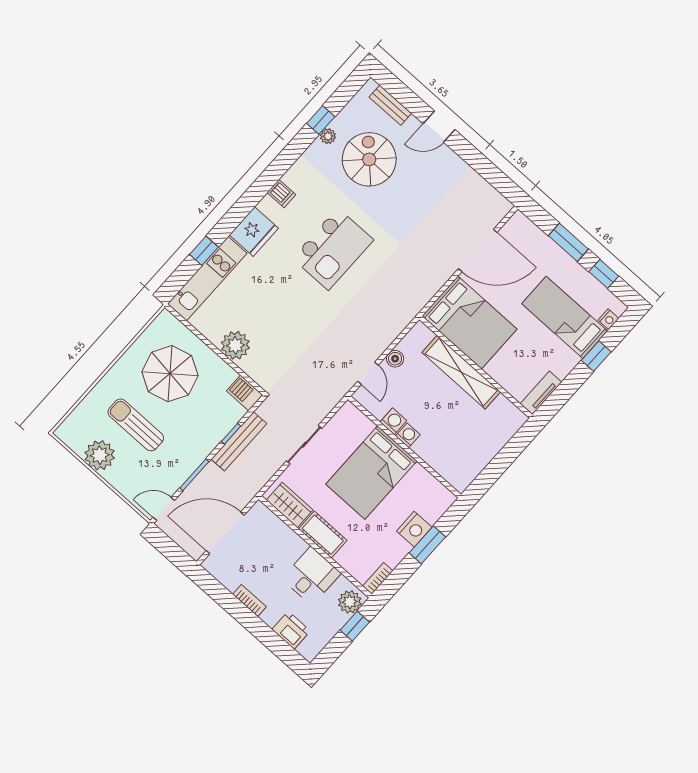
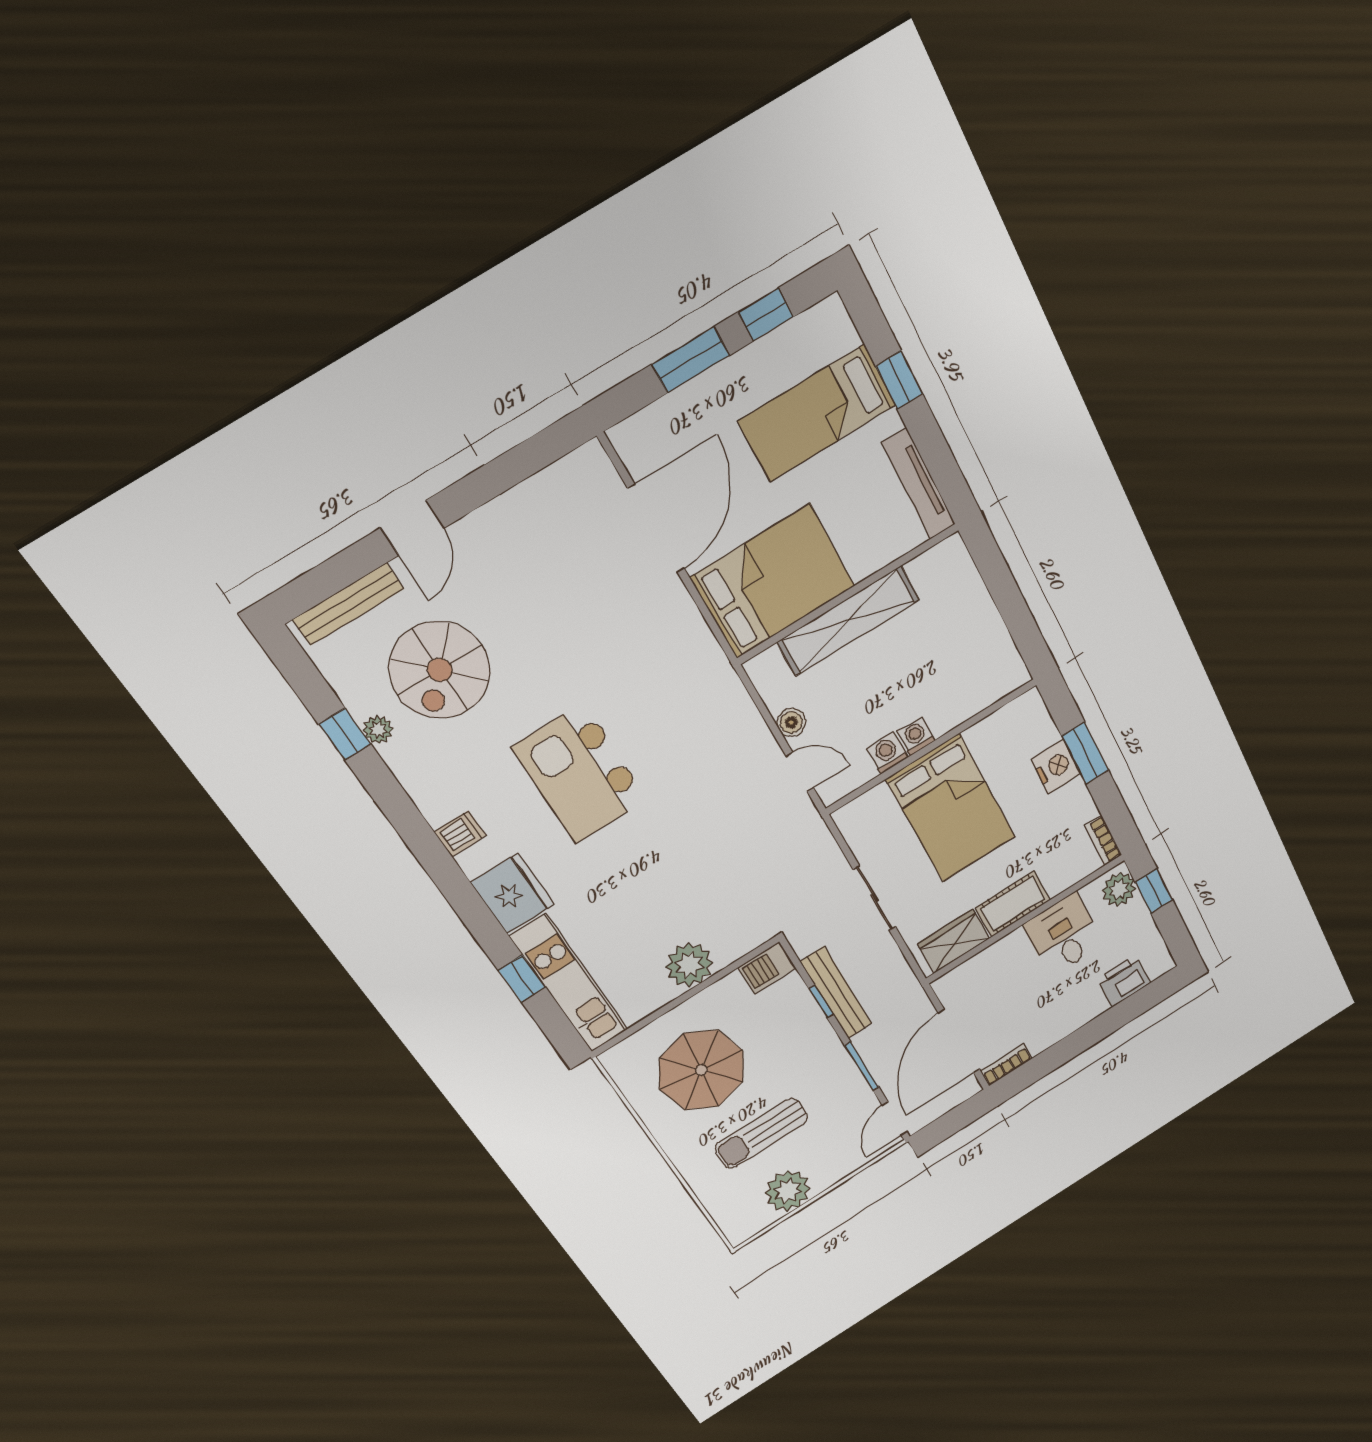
bench: (390, 105) -> (348, 604), width x1.36
spiral stairs: (369, 159) -> (440, 670), turned -90
kitchen island: (333, 249) -> (580, 774), turned 180
nightstand: (608, 319) -> (846, 335), removed
tv unit: (541, 393) -> (919, 484), width x1.41
bookcase: (249, 600) -> (1006, 1065), moved

